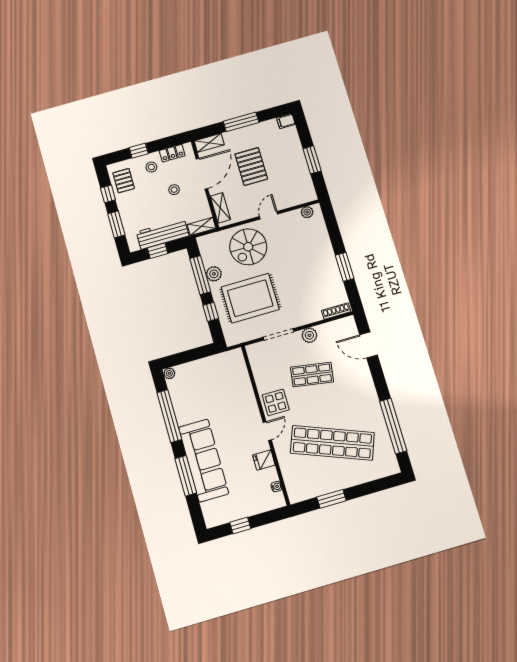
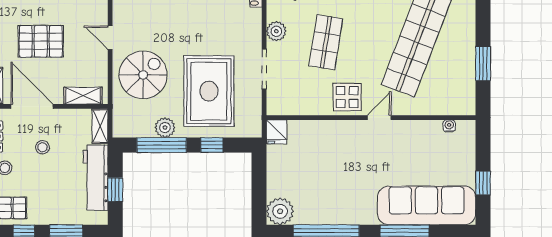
spiral stairs: (248, 247) -> (143, 75), turned -90
plant: (169, 373) -> (280, 211), width x1.88, depth x1.88
door: (267, 431) -> (379, 118), hinge flipped
sofa: (204, 460) -> (427, 205), moved
fridge: (264, 460) -> (277, 132), moved

